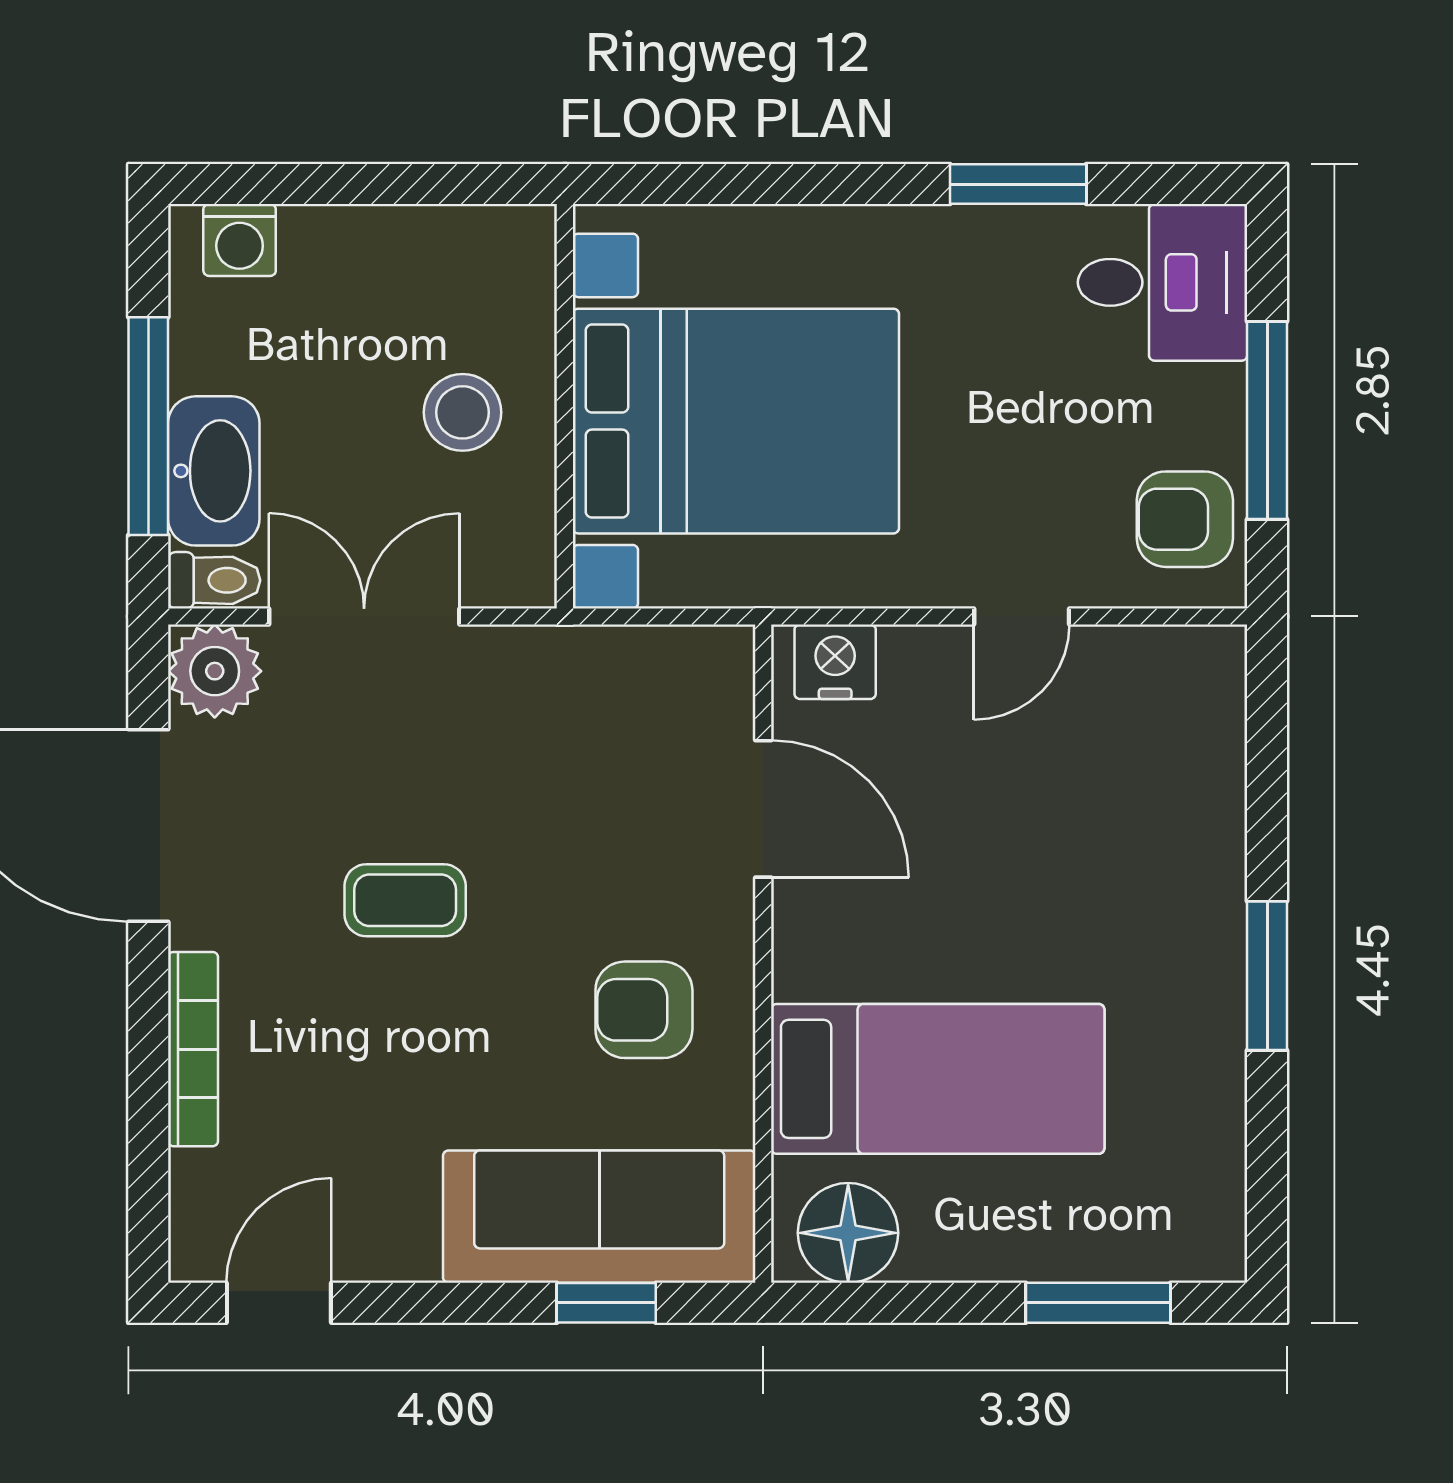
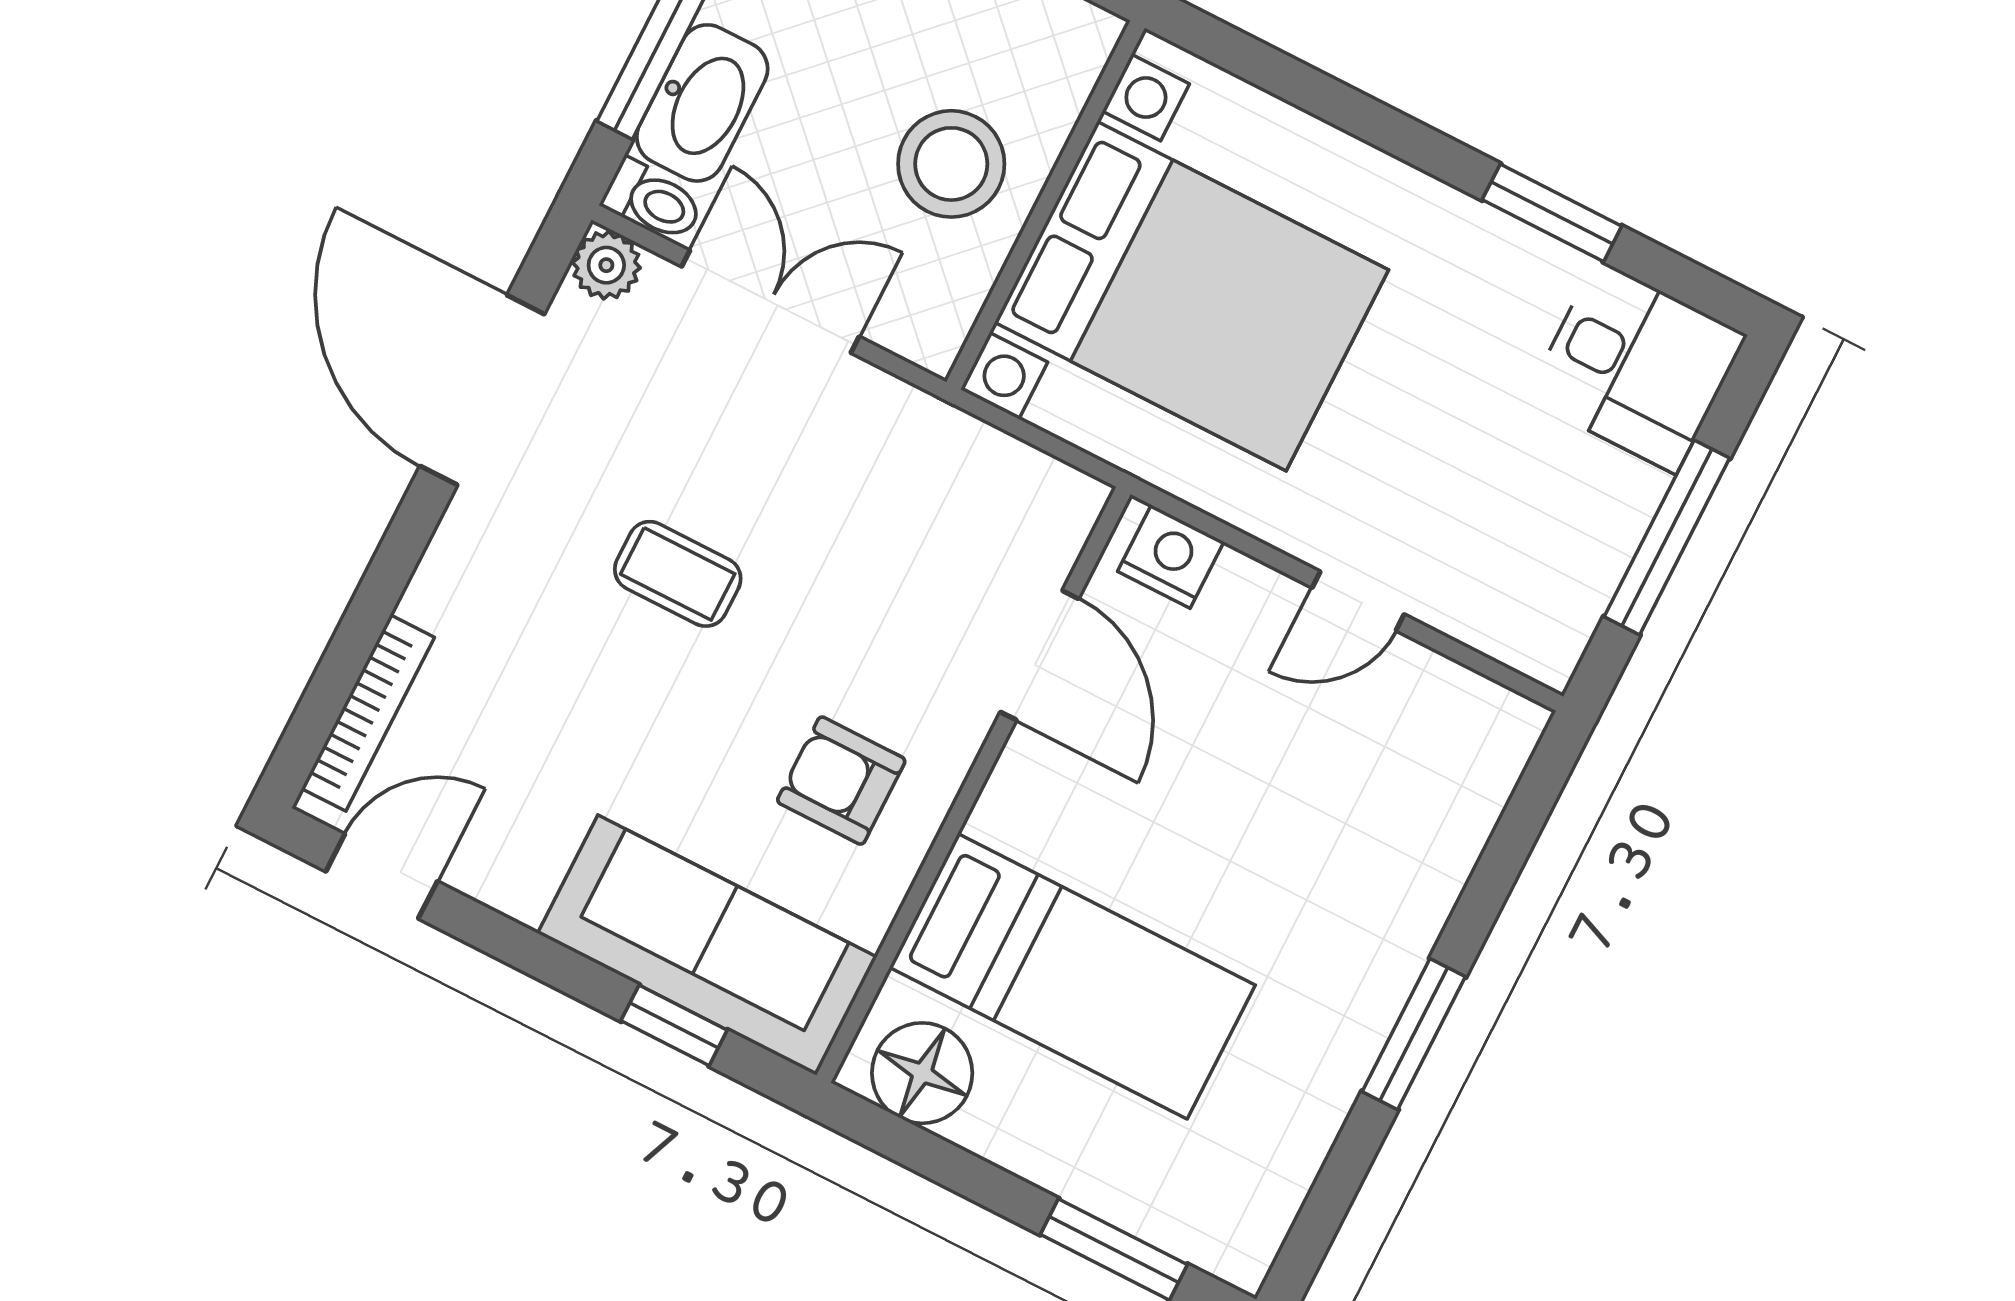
stool: (463, 412) -> (951, 164), width x1.38, depth x1.38
armchair: (1185, 519) -> (1548, 588), removed
plant: (215, 671) -> (606, 265), width x0.73, depth x0.73
bookcase: (193, 1049) -> (368, 713), moved

